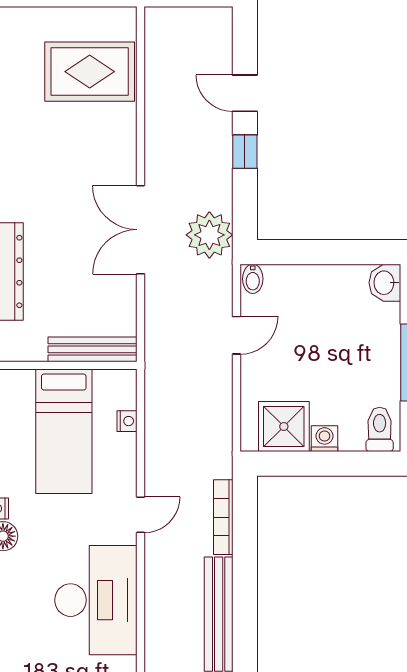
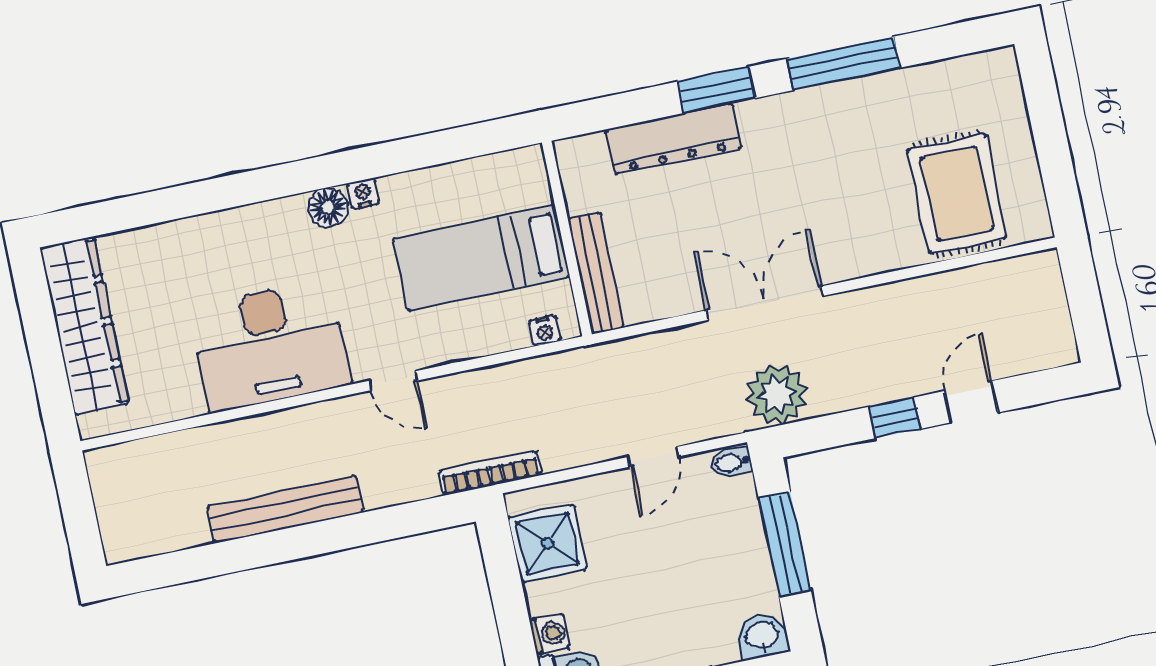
window: (321, 252) -> (785, 544), added
door: (236, 335) -> (653, 457), hinge flipped
nightstand: (127, 421) -> (545, 331), moved
washing machine: (324, 439) -> (550, 634), moved
bookcase: (223, 517) -> (490, 473), moved

